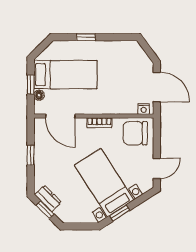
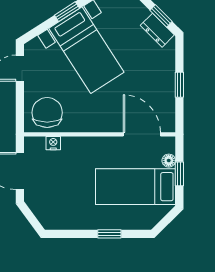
nightstand: (144, 109) -> (53, 143), moved
bookcase: (99, 123) -> (92, 126), removed
chair: (135, 133) -> (47, 113), turned -90

